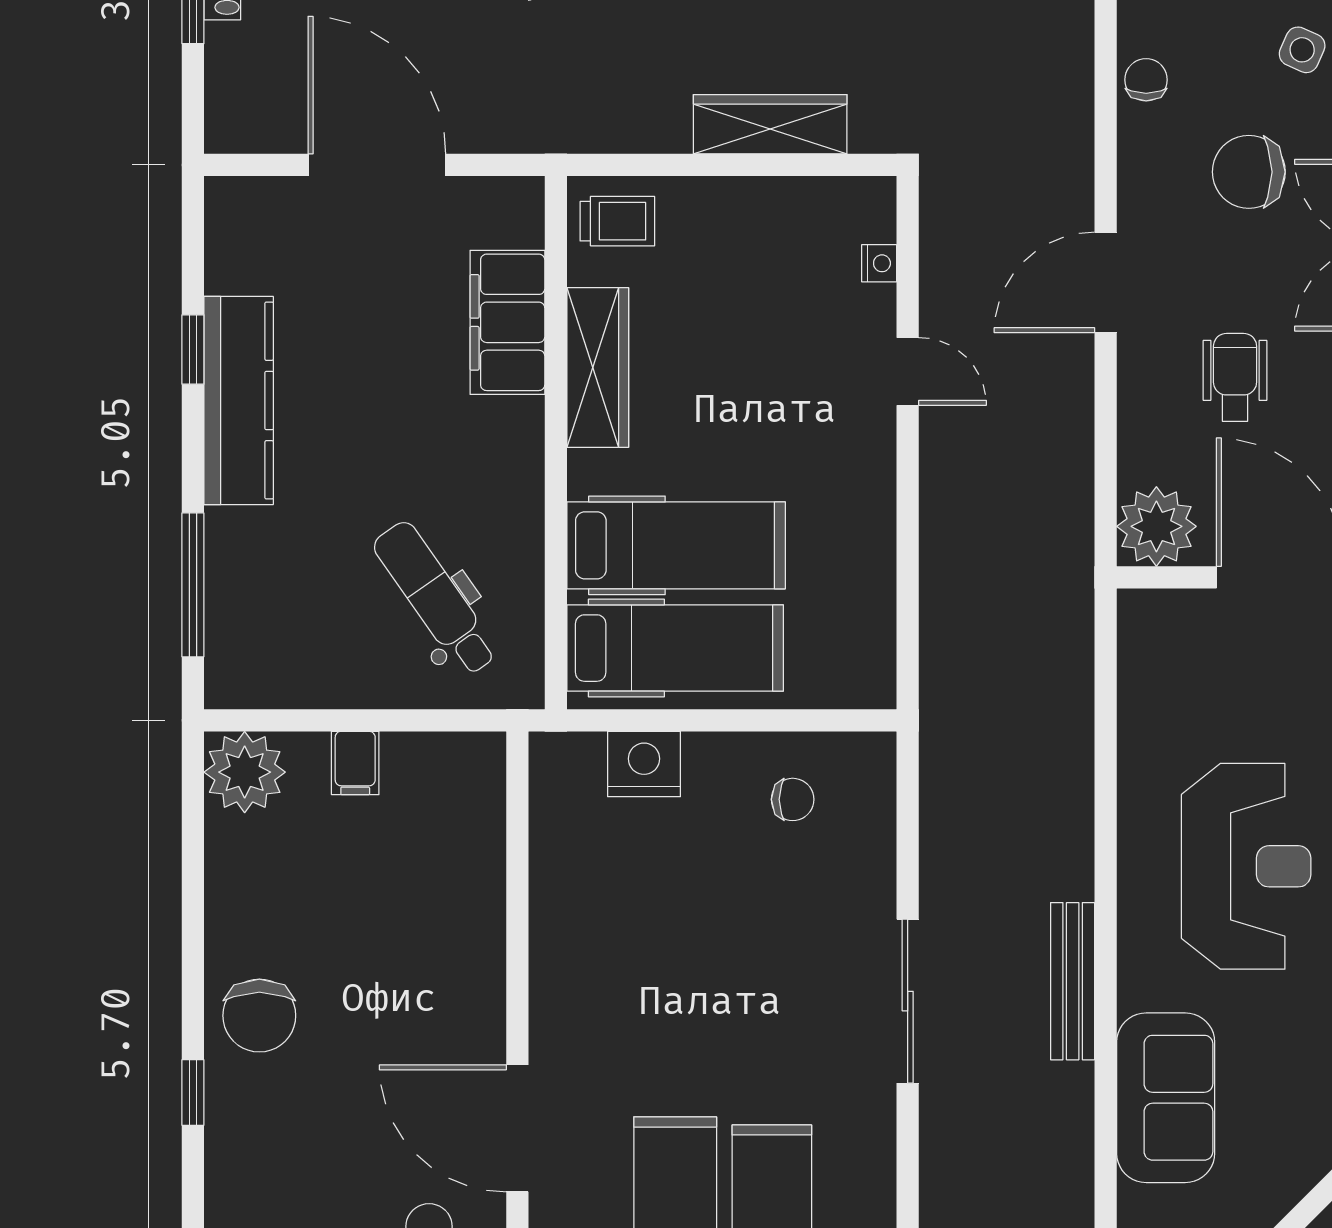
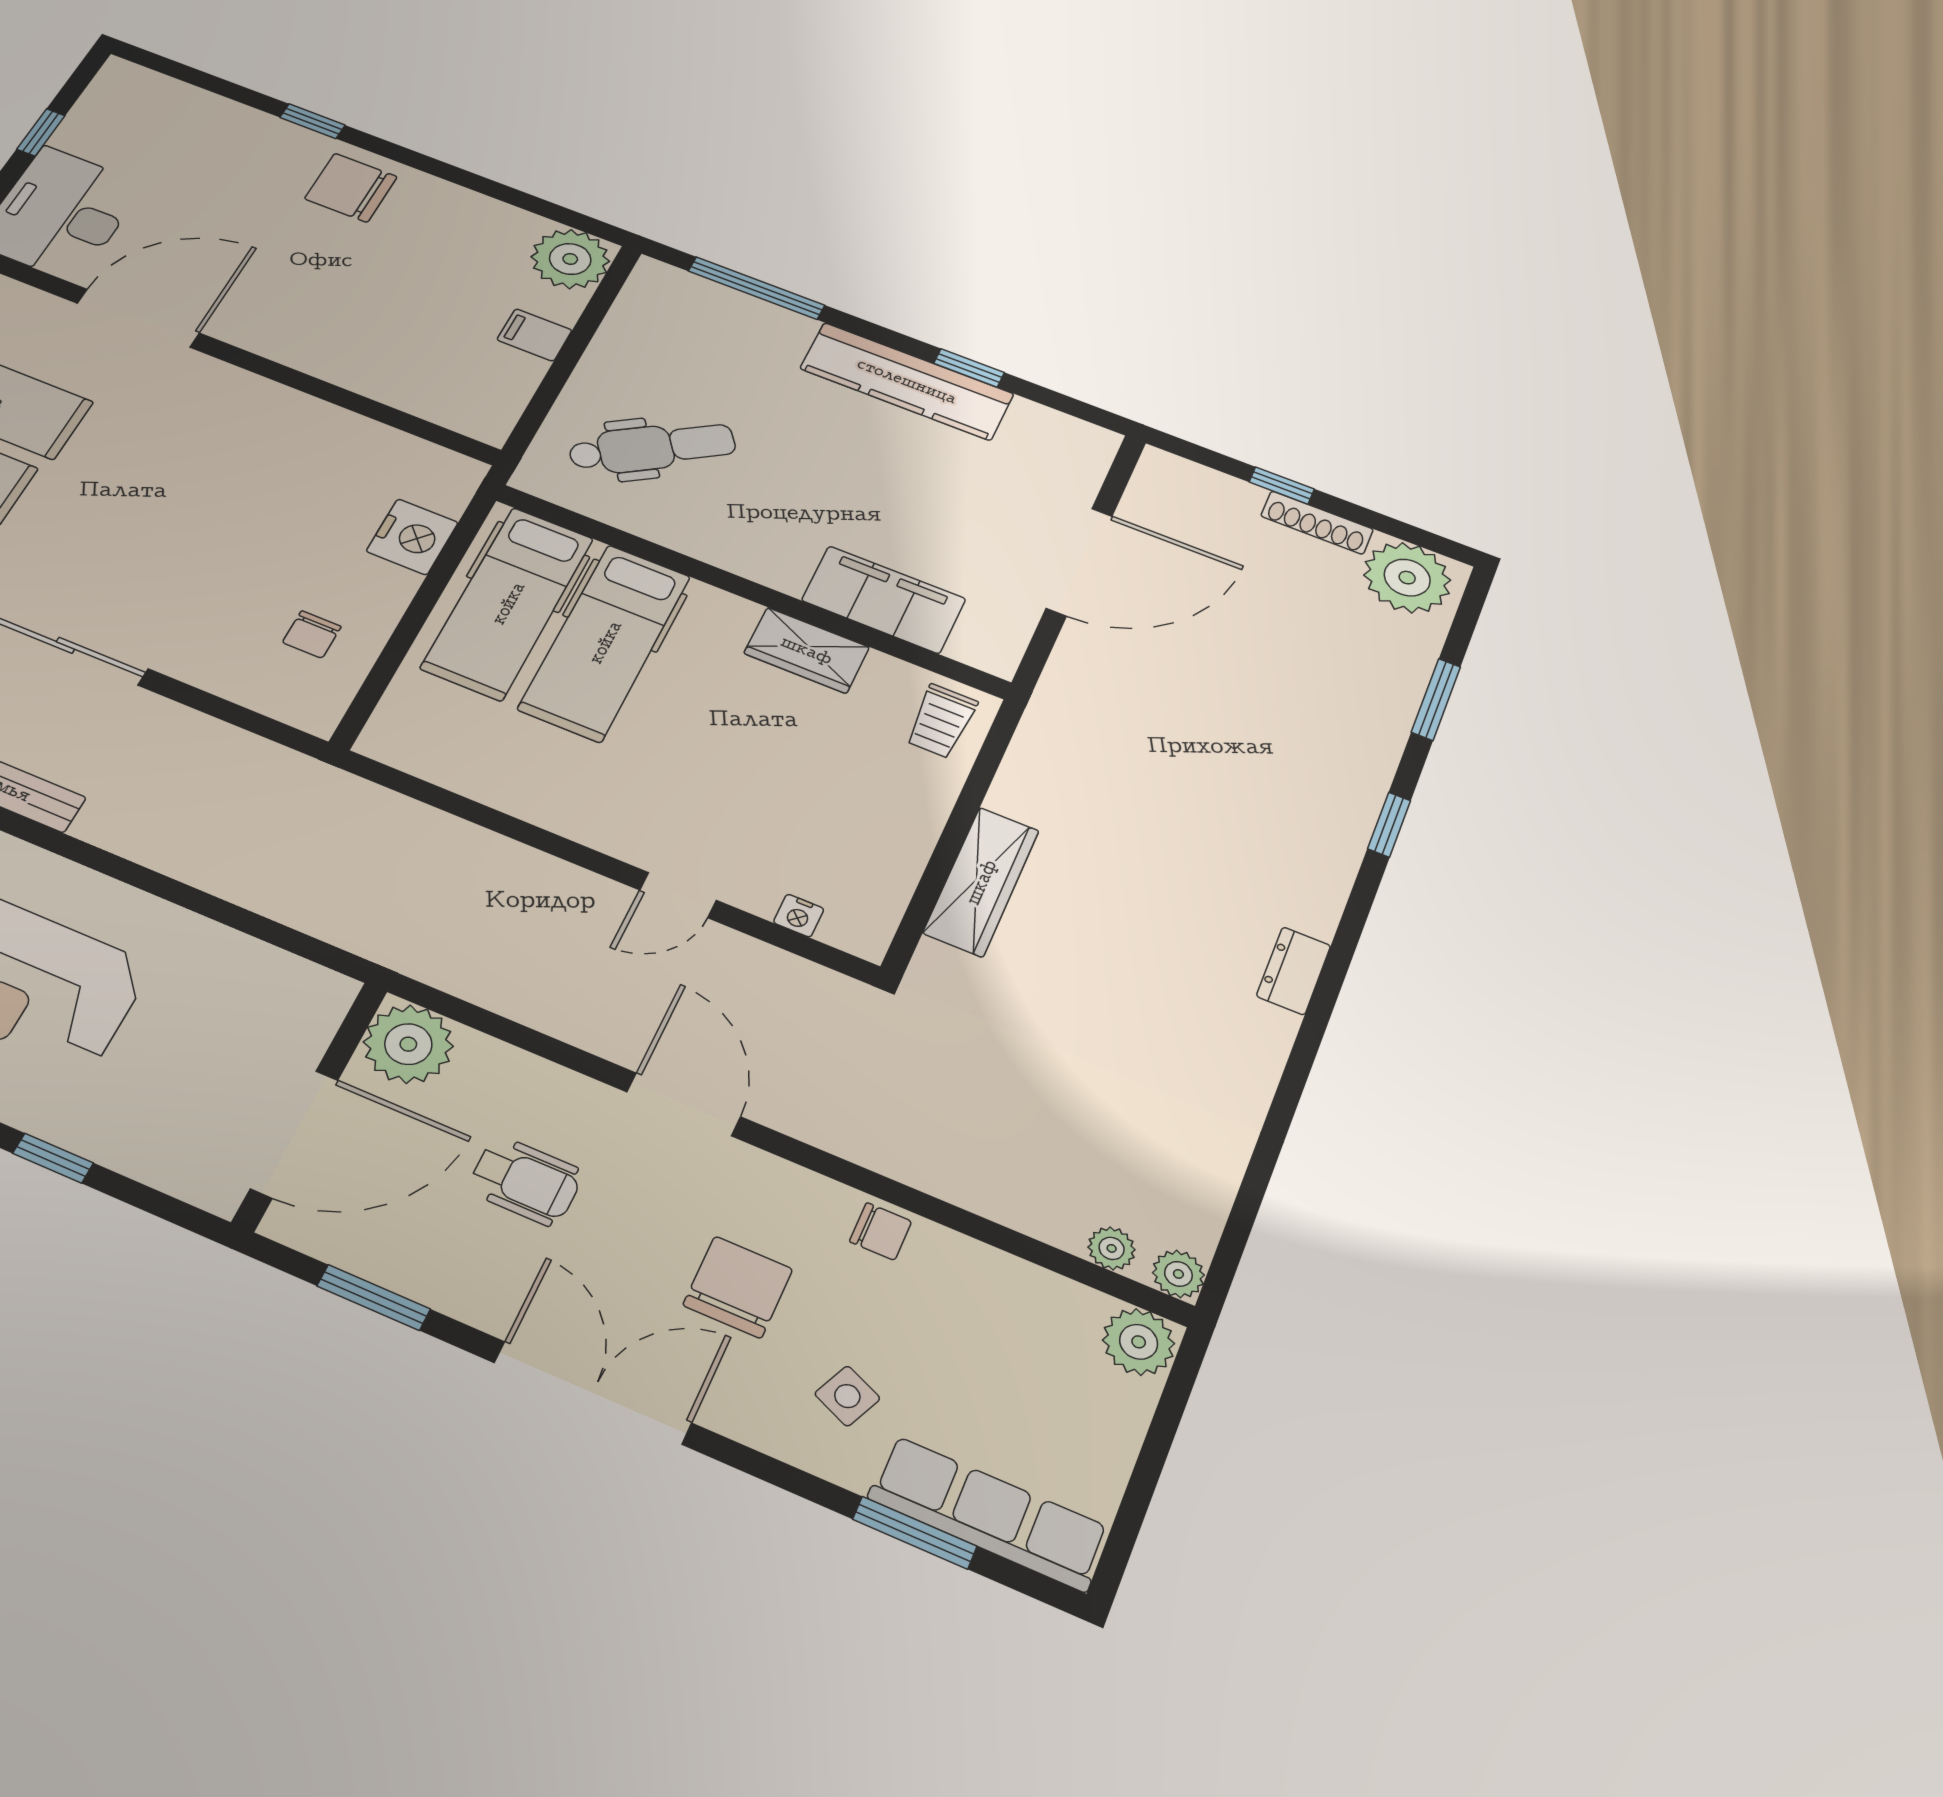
wardrobe: (598, 367) -> (807, 650), width x0.67

